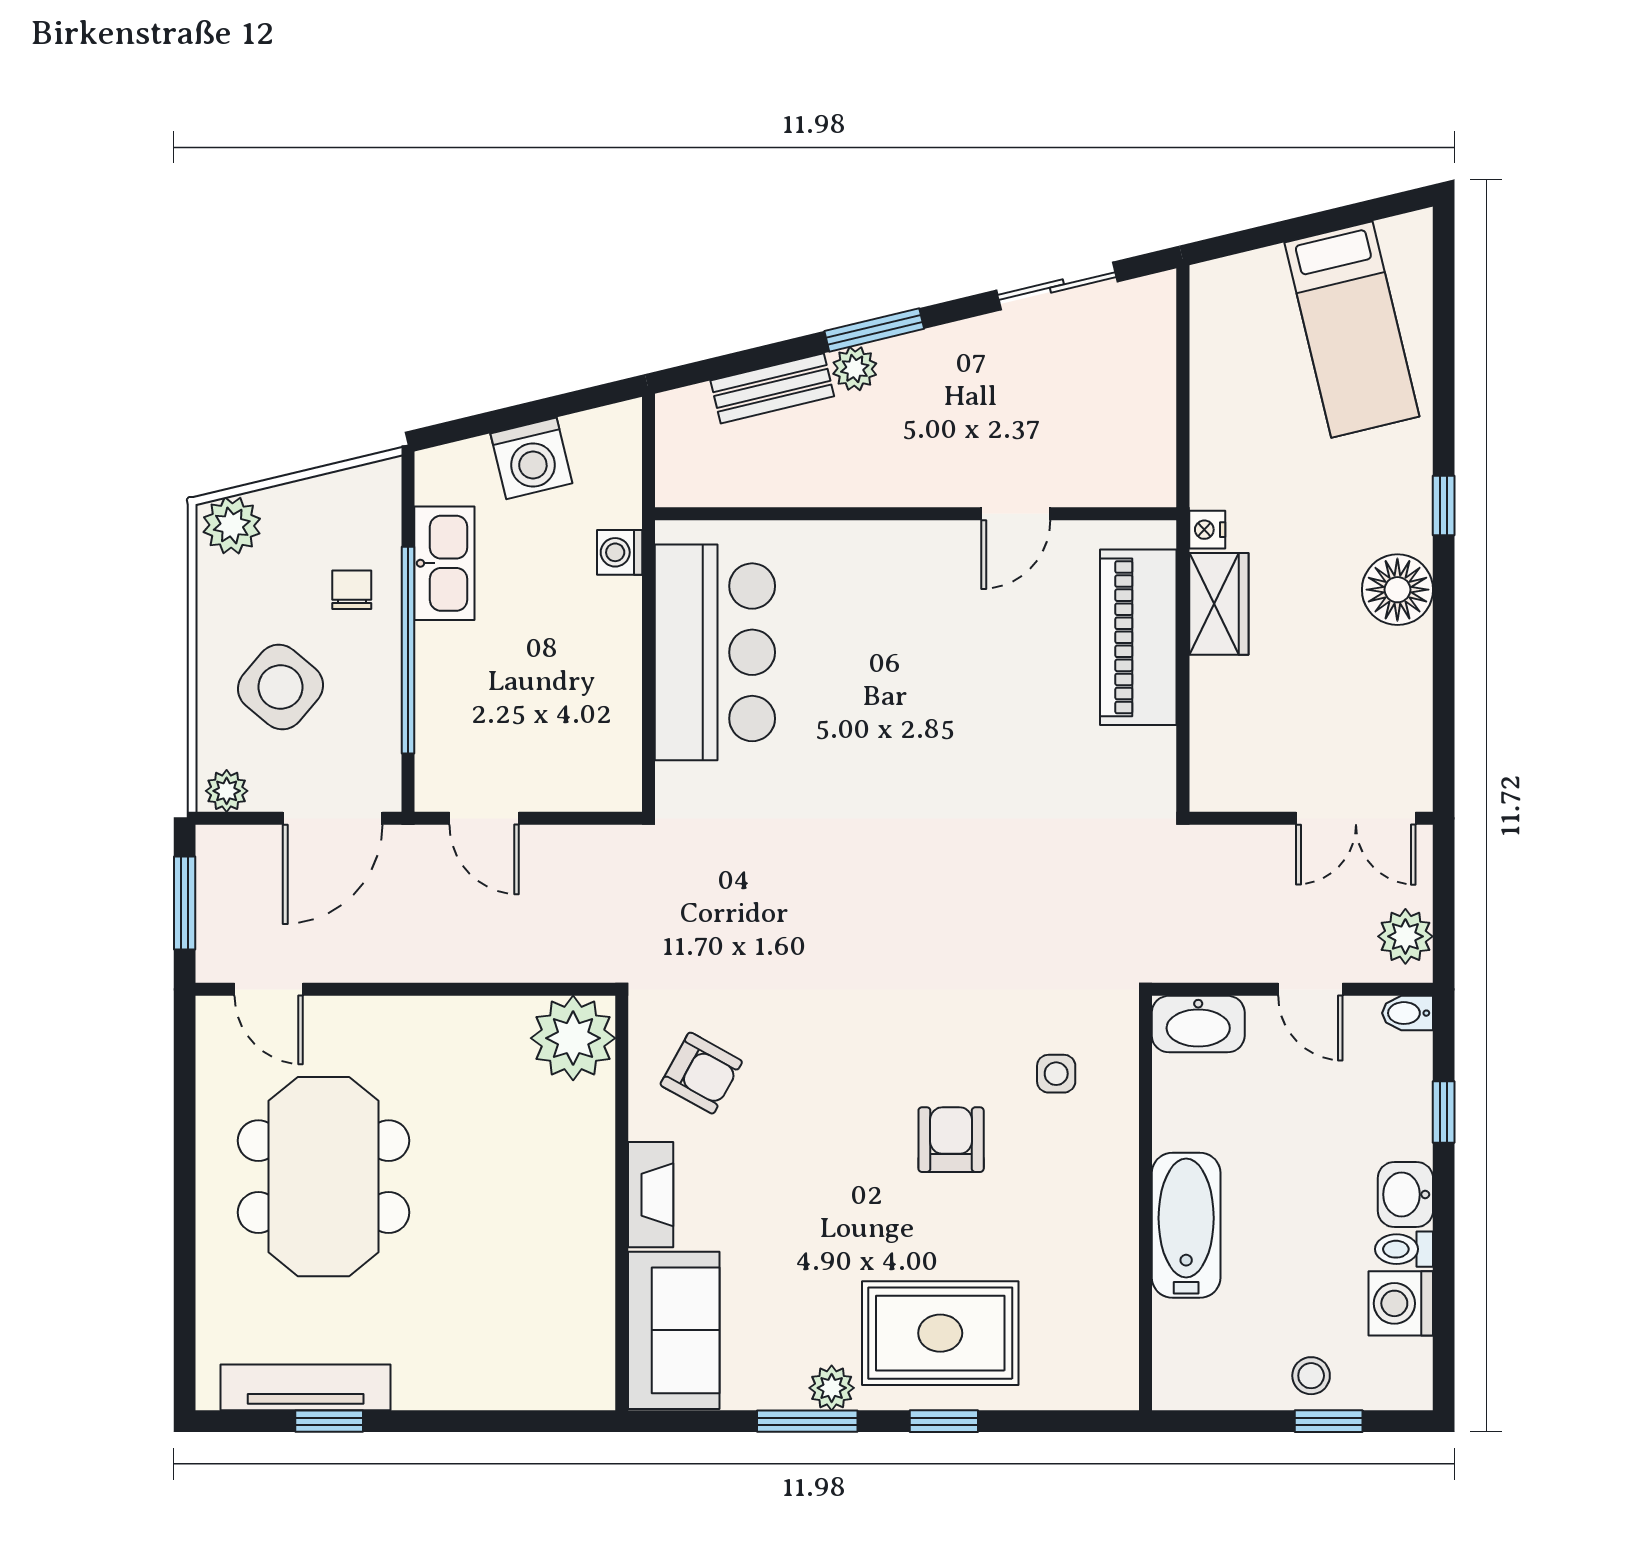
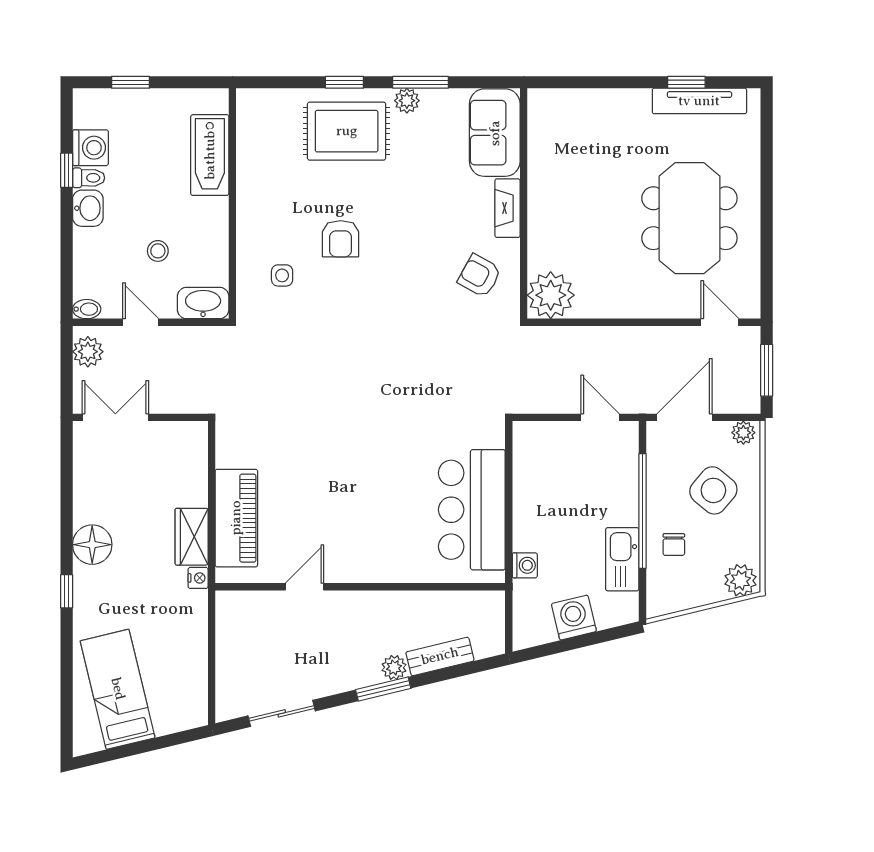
window: (1444, 1112) -> (67, 170), moved
bathtub: (1186, 1225) -> (210, 155), moved
stool: (1311, 1376) -> (158, 251), moved

